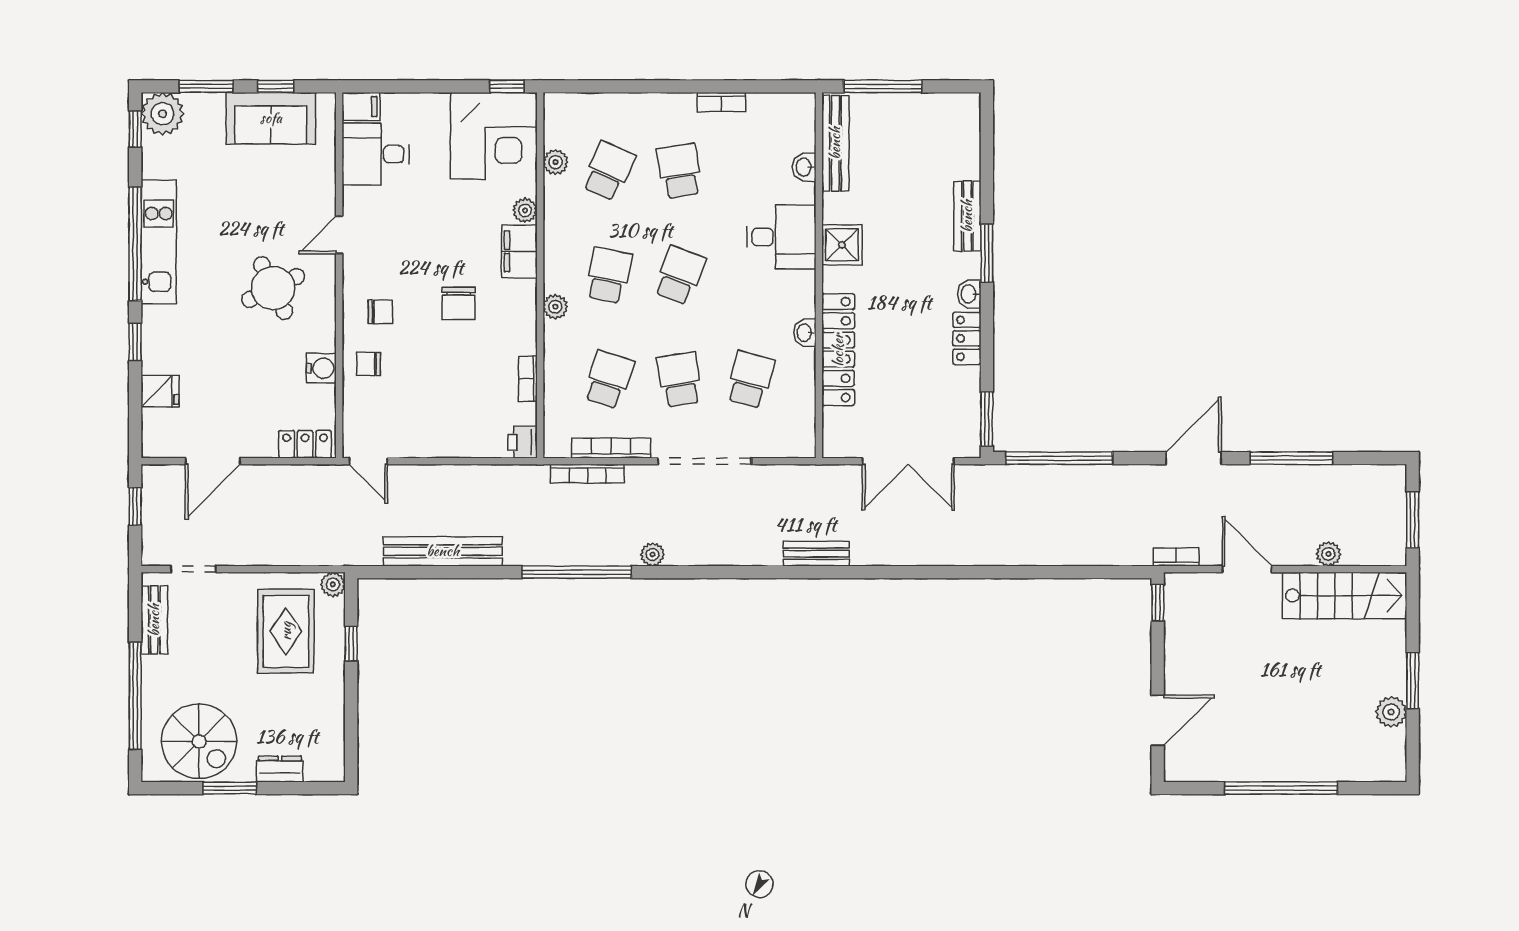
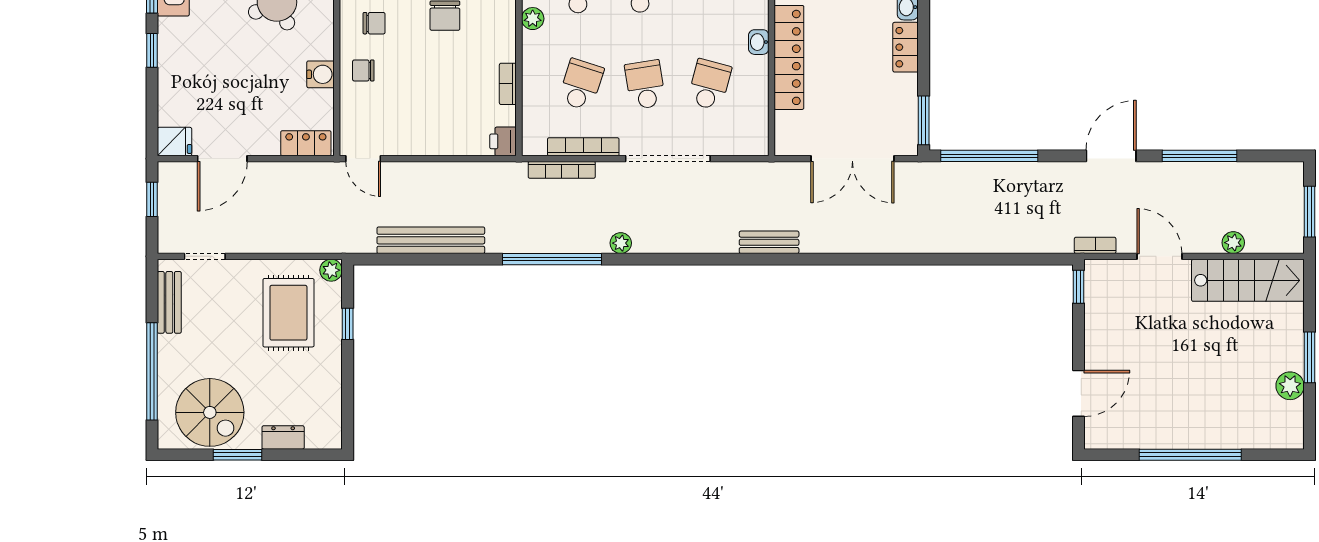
fridge: (160, 391) -> (175, 142), moved

